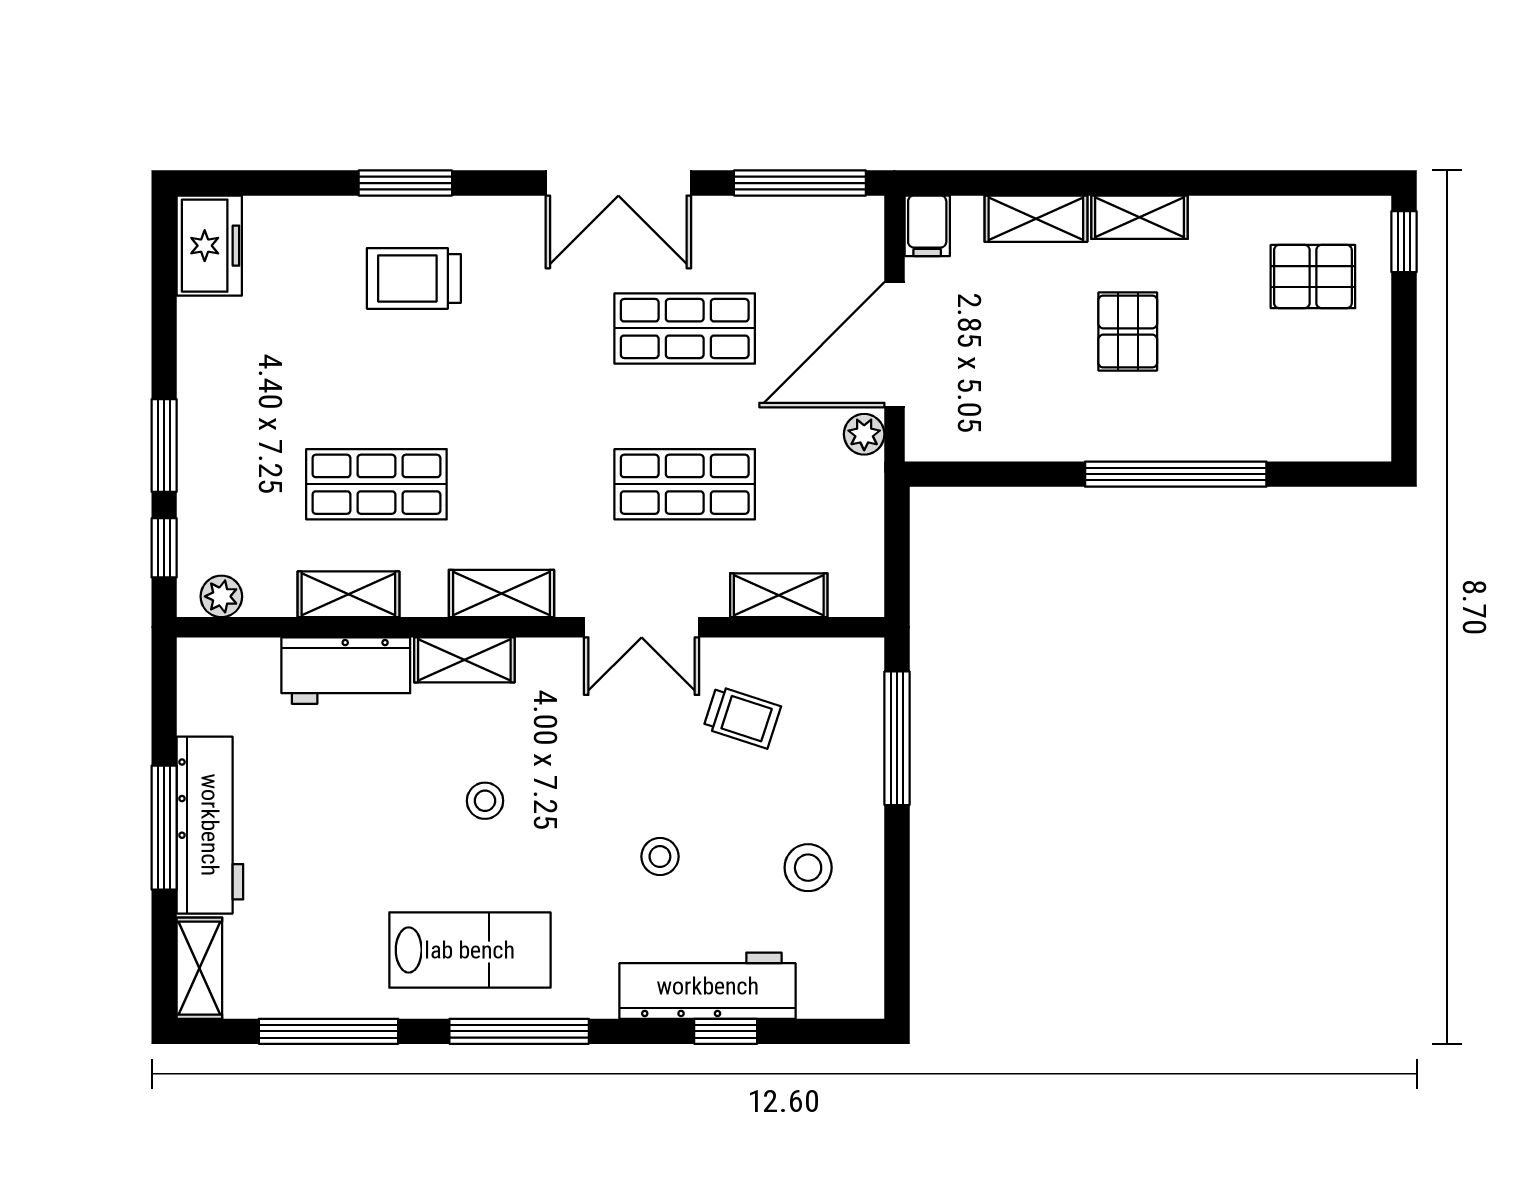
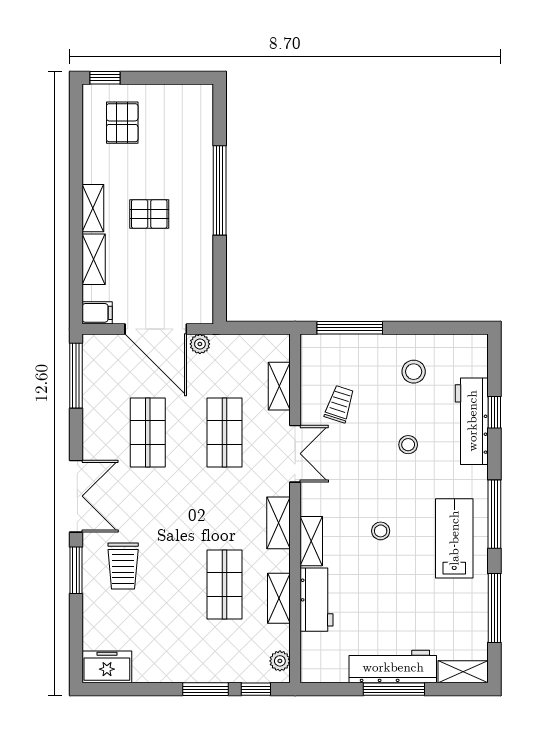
double door: (618, 183) -> (76, 496), moved

